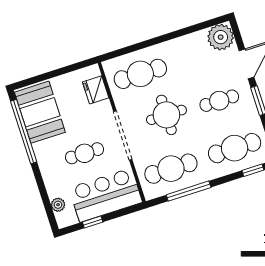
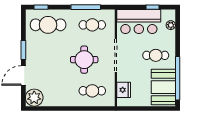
cafe table: (140, 74) -> (92, 91), width x0.73, depth x0.74
cafe table: (219, 101) -> (48, 58), removed
cafe table: (84, 153) -> (156, 55), moved
cafe table: (171, 169) -> (92, 25), width x0.73, depth x0.74

